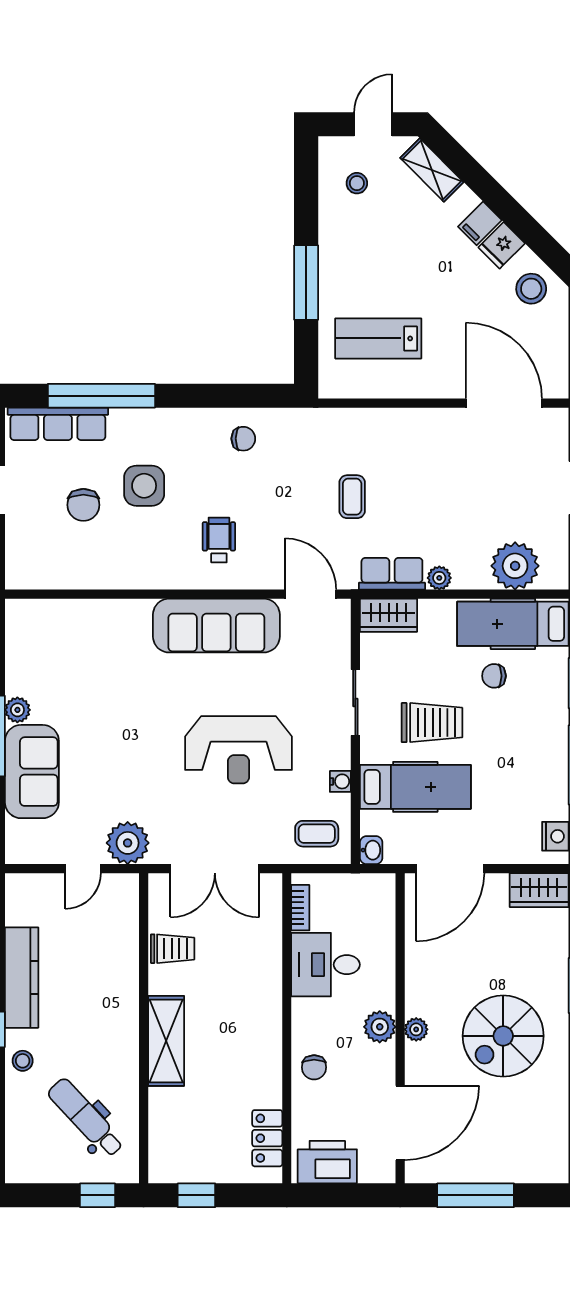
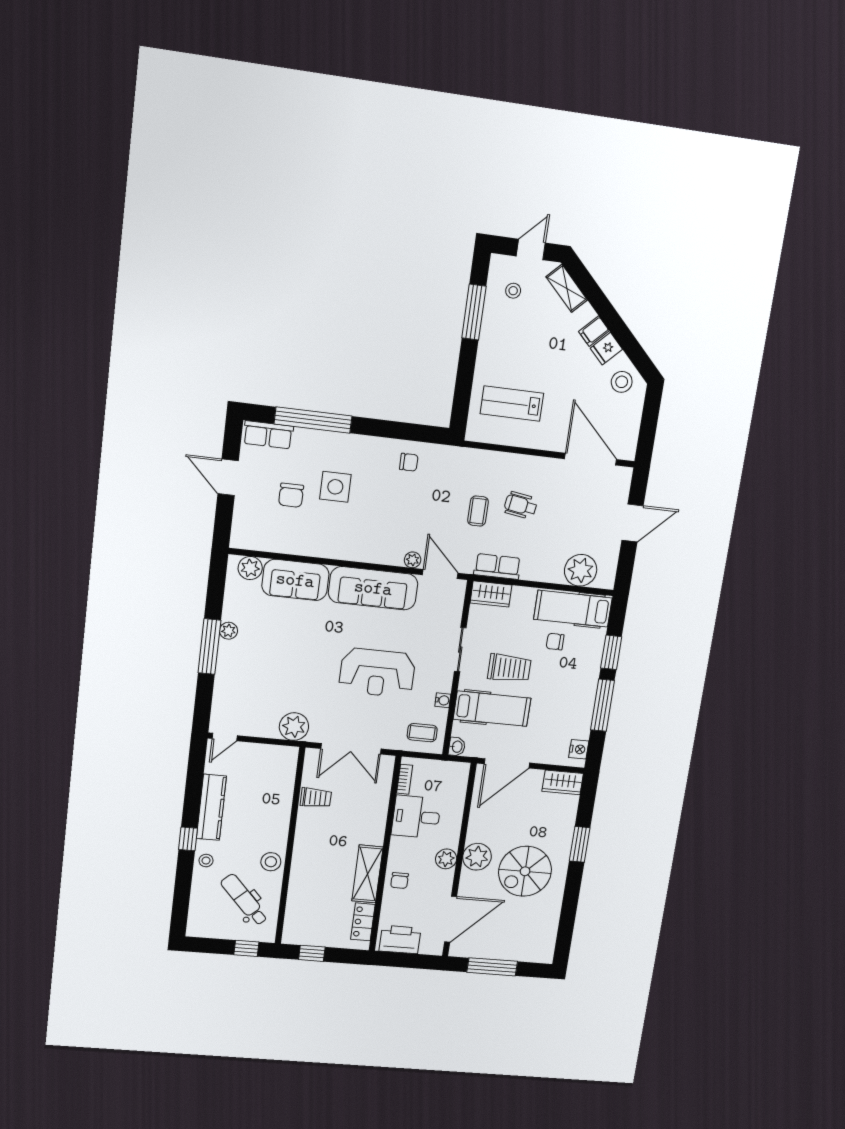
window: (306, 283) -> (474, 312), moved
row of seats: (58, 424) -> (268, 435), width x0.68
wheelchair: (219, 540) -> (521, 505), moved, turned -81
plant: (439, 578) -> (413, 560), moved
plant: (38, 616) -> (250, 568), added
sofa: (32, 772) -> (295, 580), moved, turned 90
door: (83, 869) -> (225, 737), moved
plant: (416, 1029) -> (477, 857), width x1.87, depth x1.87
shelving: (166, 1041) -> (367, 874), moved
stool: (118, 1054) -> (271, 862), added

